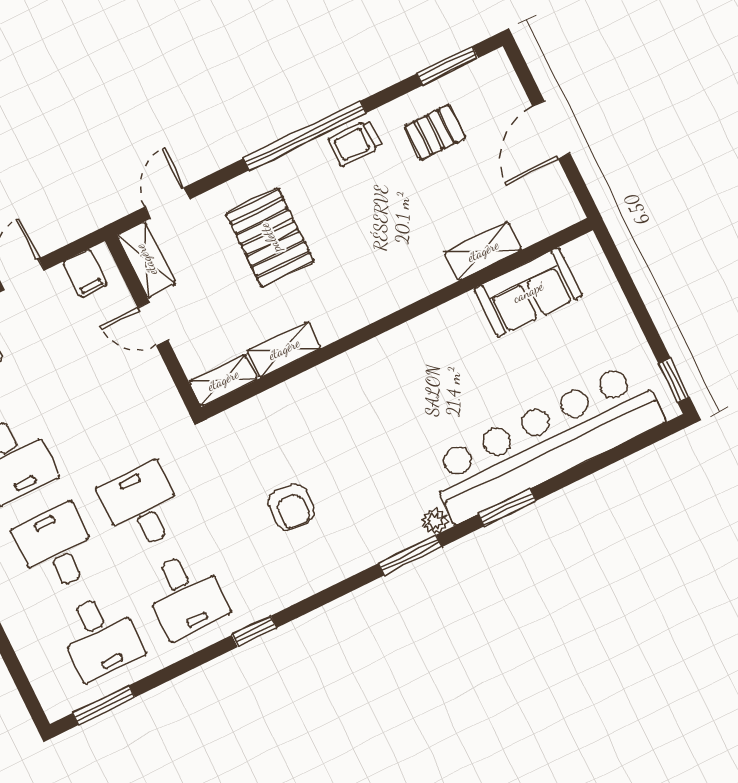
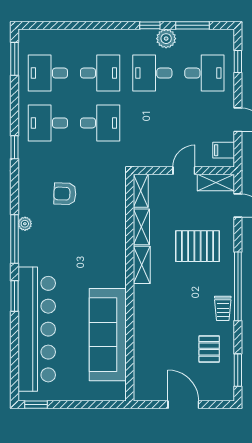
trolley: (355, 143) -> (223, 308), turned 180
shelving: (483, 251) -> (142, 265), moved
sofa: (528, 292) -> (108, 335), width x1.85, depth x1.27
plant: (435, 521) -> (25, 224), moved
window: (410, 555) -> (15, 239), width x1.44

